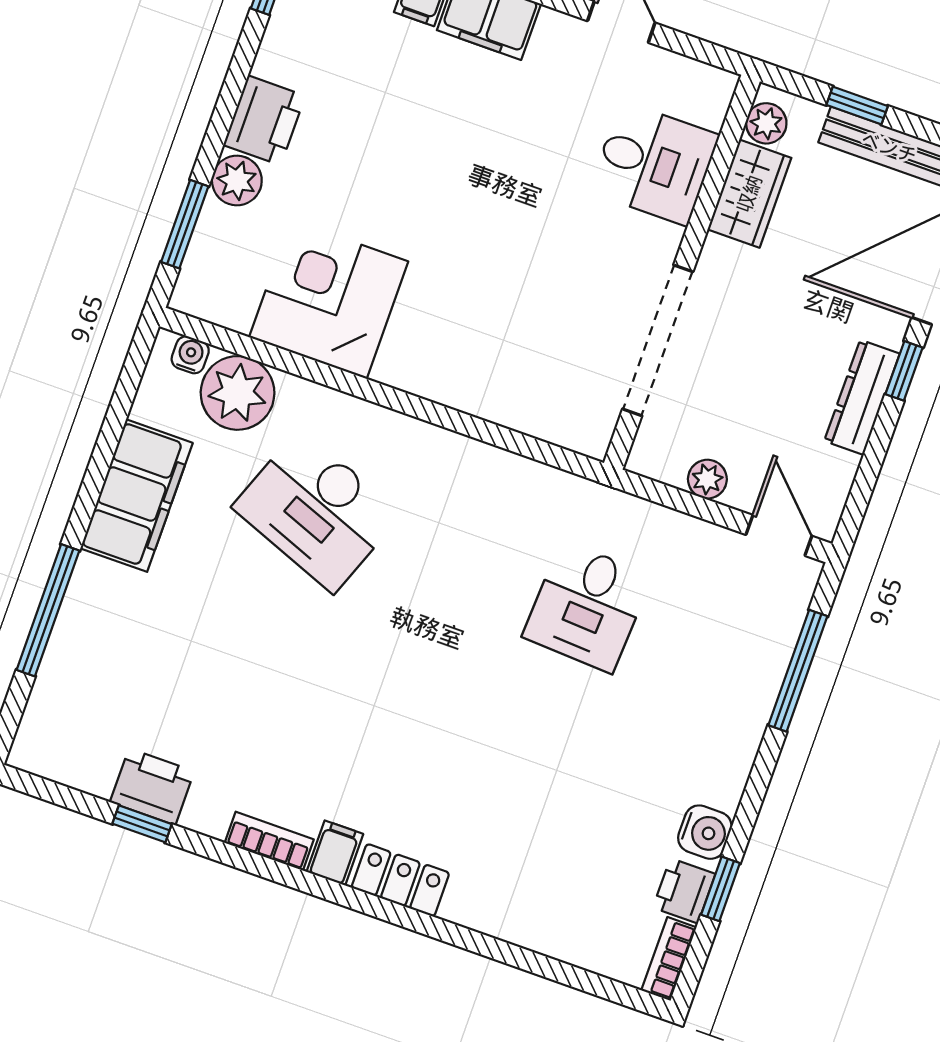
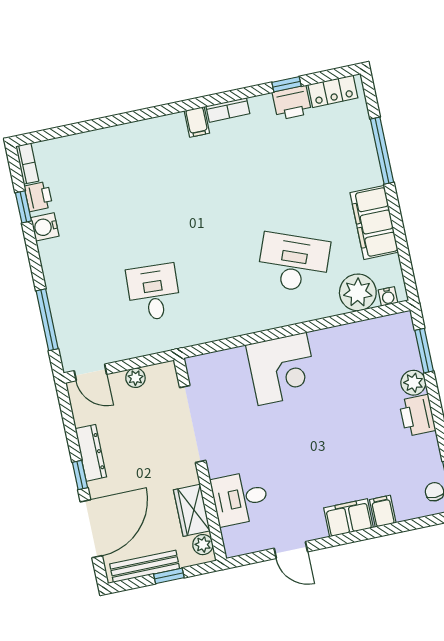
corner desk: (329, 299) -> (282, 369), moved
locker: (400, 880) -> (333, 91), moved

